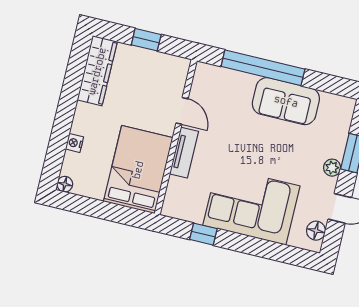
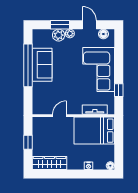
window: (263, 68) -> (28, 65), moved
plant: (334, 146) -> (59, 35), added
tv unit: (184, 153) -> (95, 110), moved

